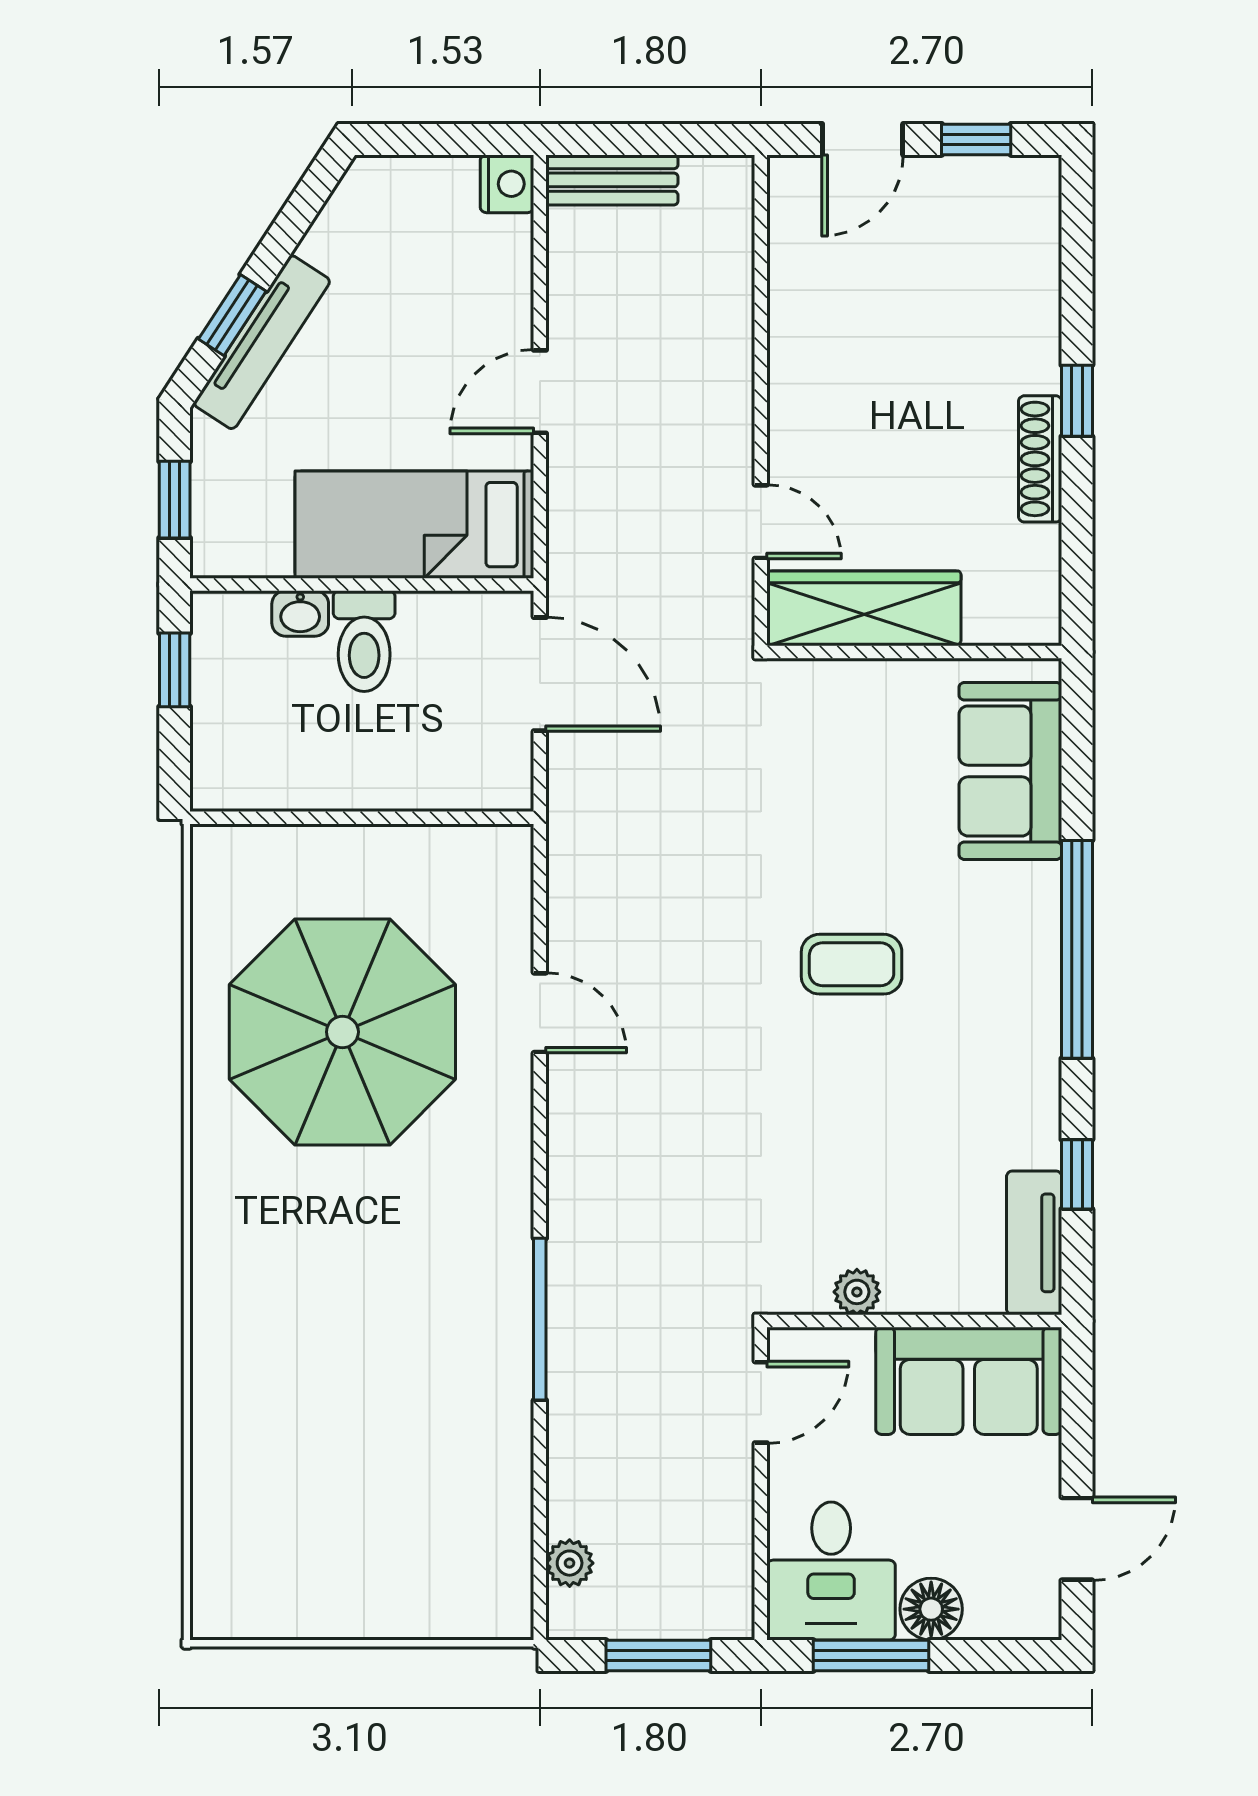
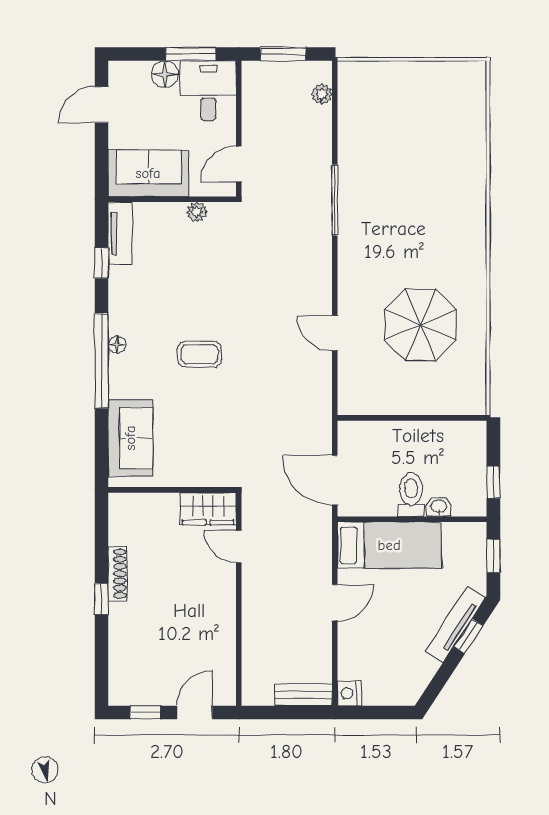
wardrobe: (864, 608) -> (208, 509), width x0.67
floor lamp: (1041, 986) -> (117, 345), added
parasol: (342, 1032) -> (420, 325), width x0.73, depth x0.73

